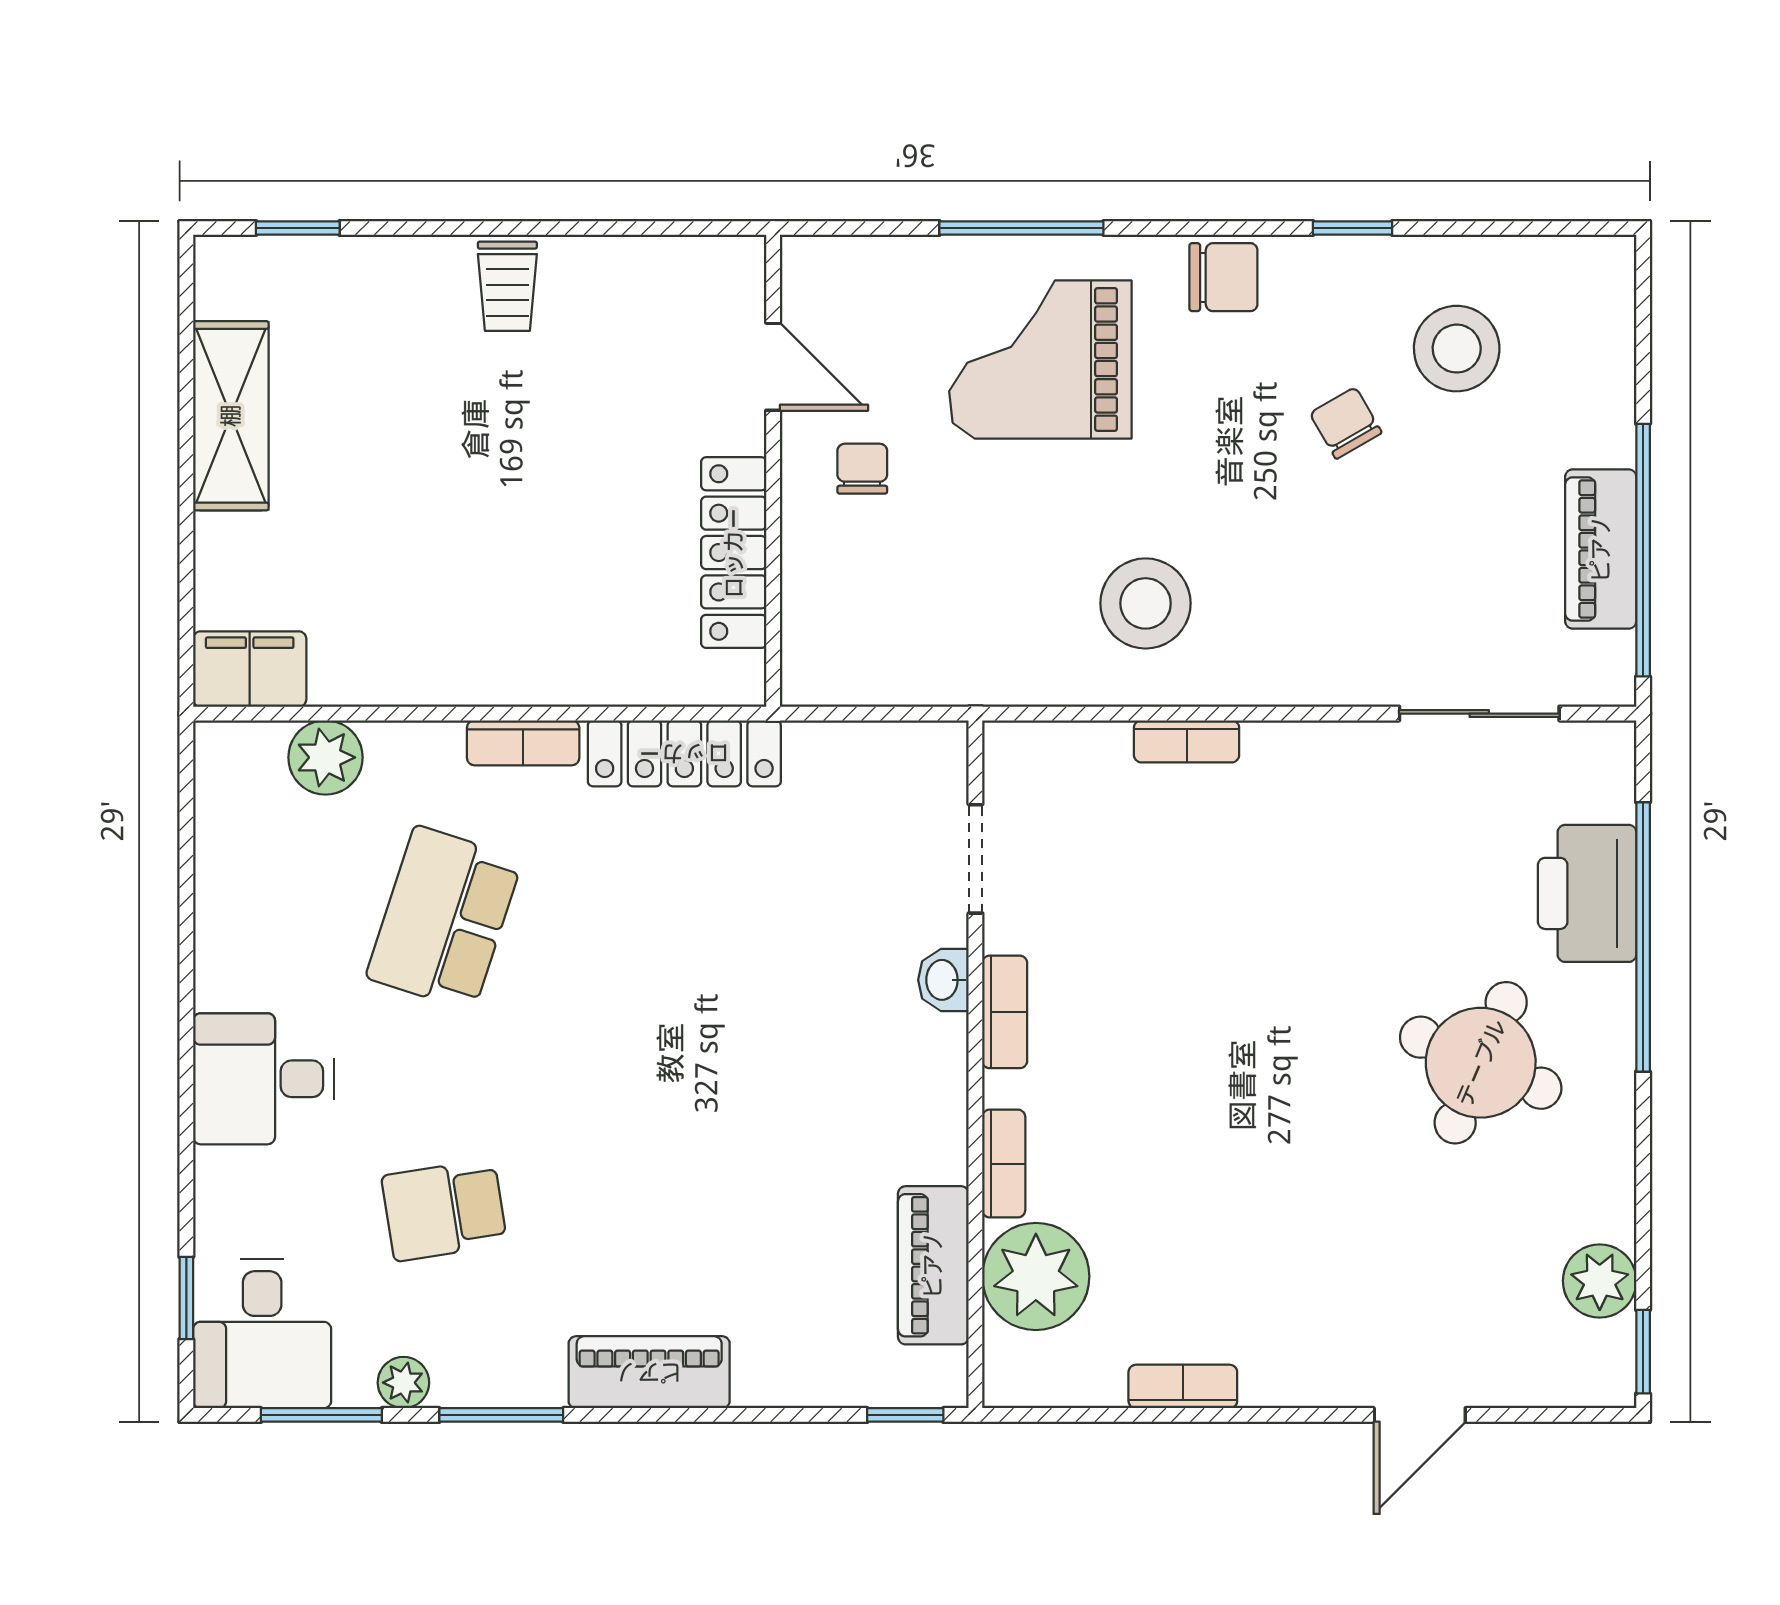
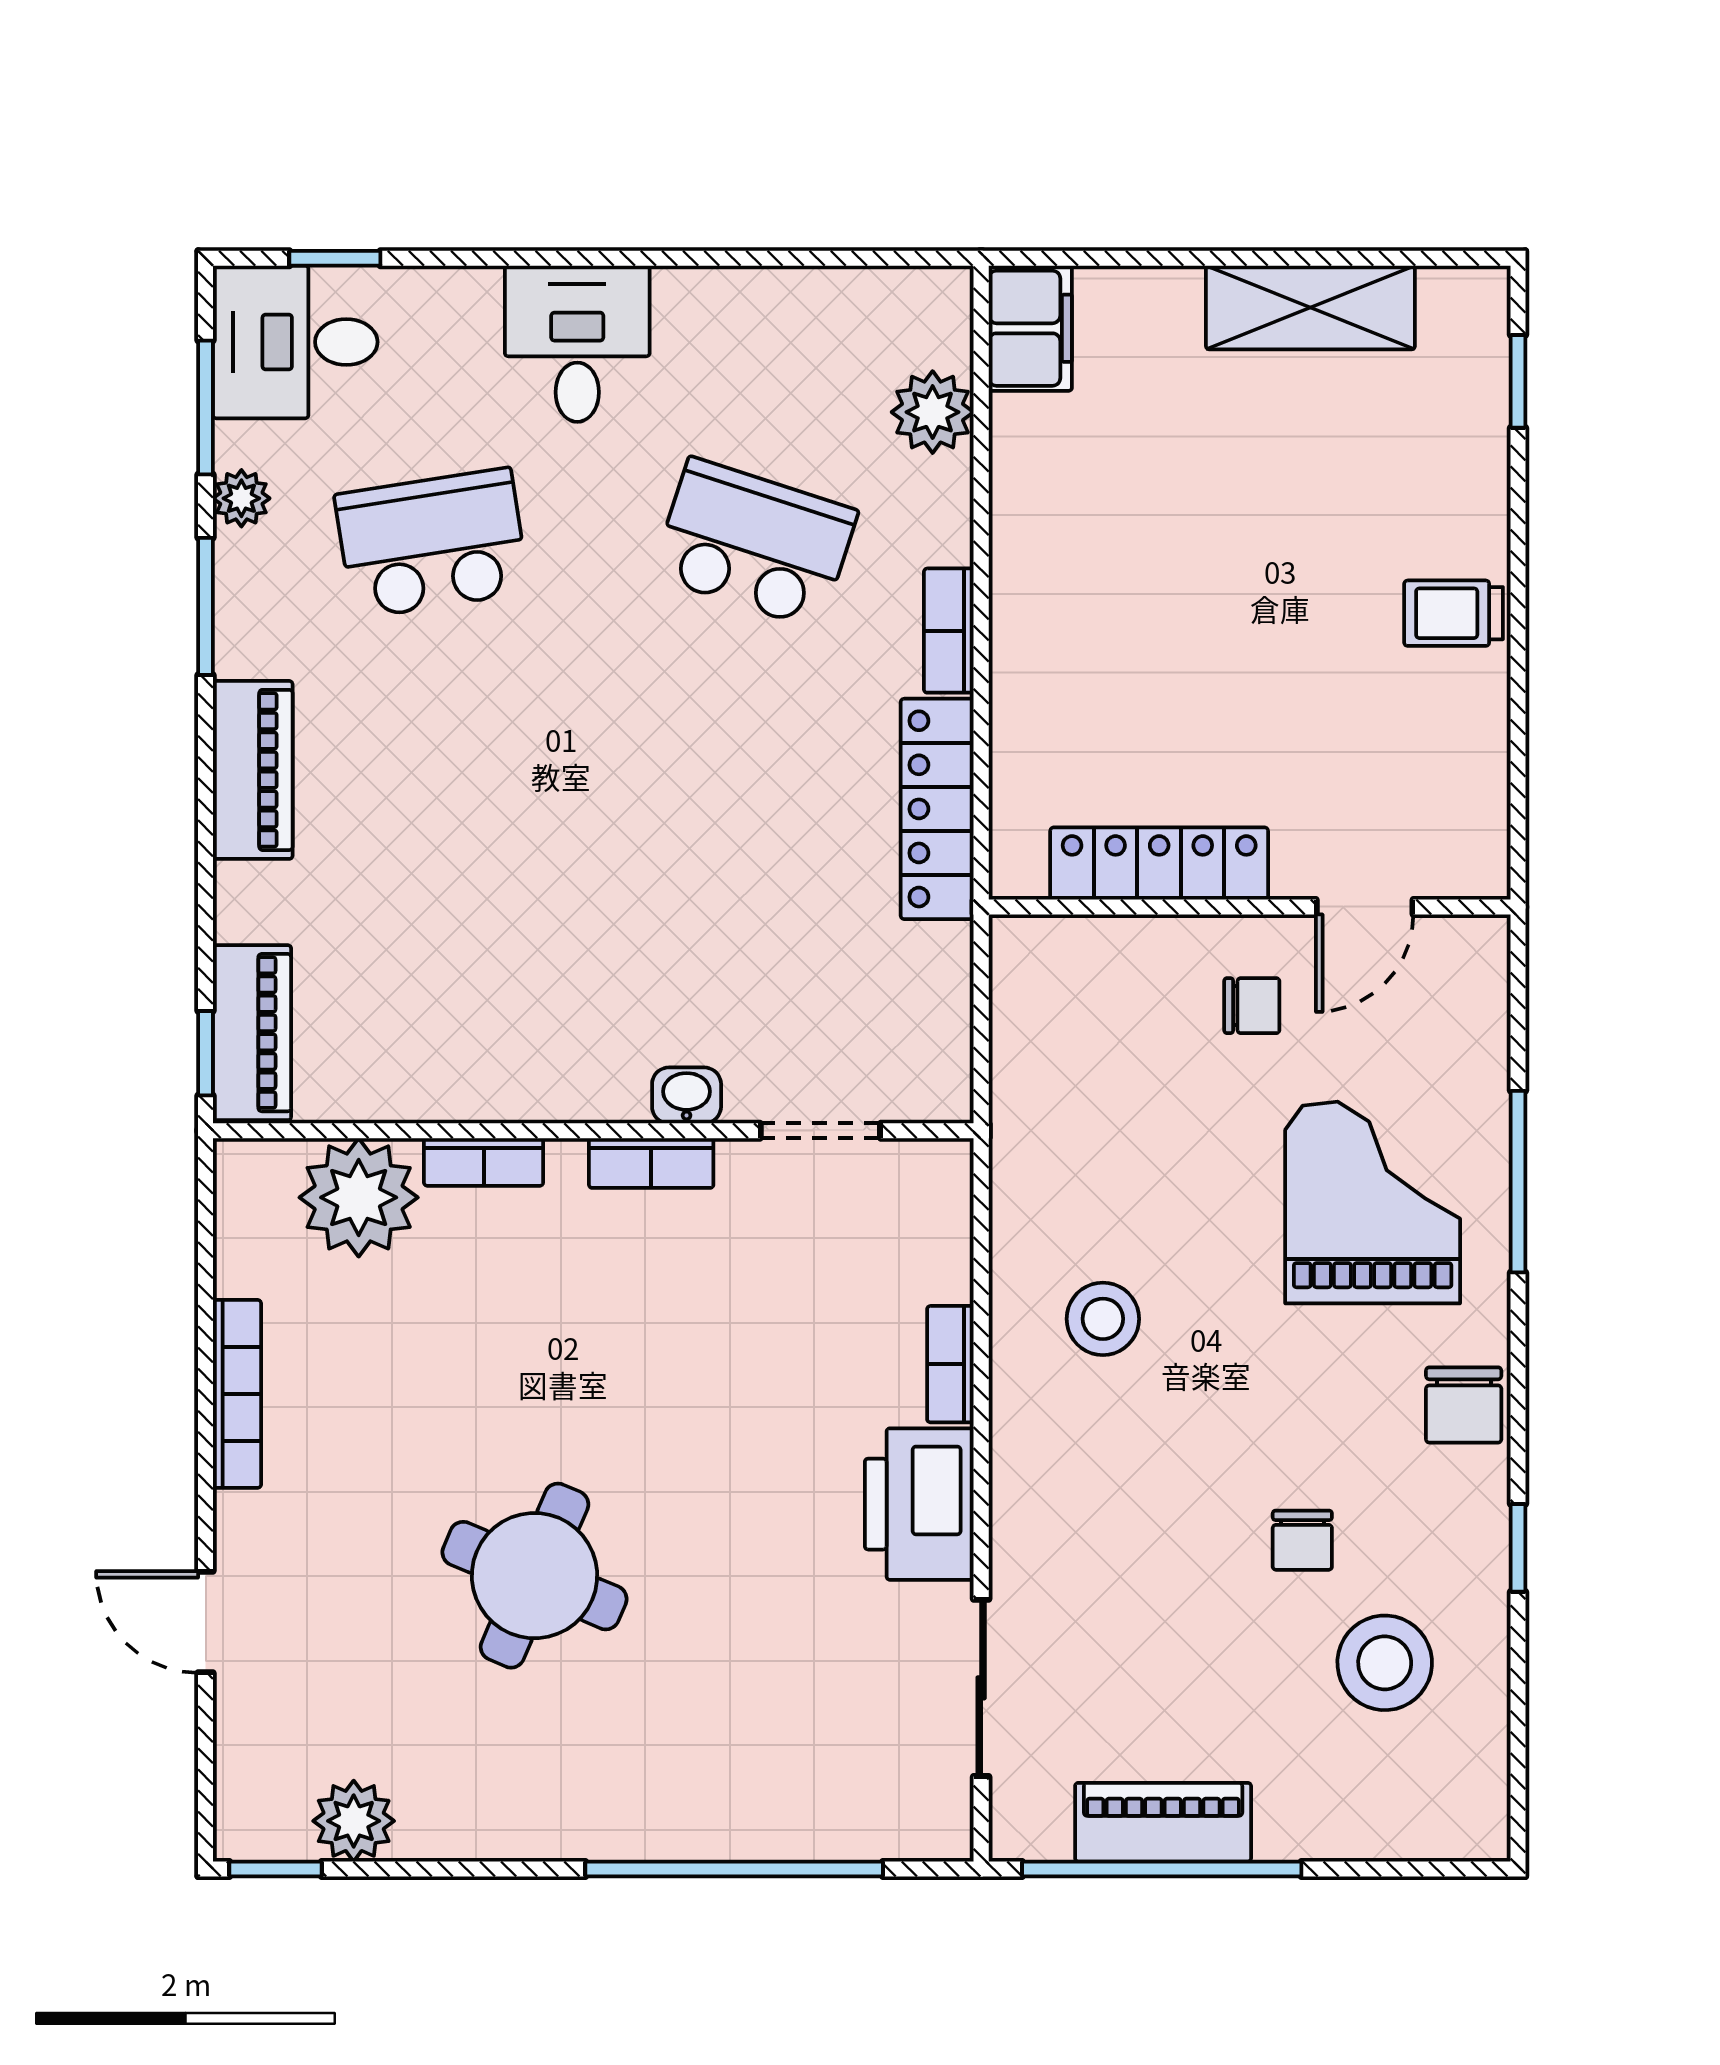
chair: (1346, 423) -> (1302, 1540), turned 120
stool: (1146, 603) -> (1103, 1319), width x0.73, depth x0.73
printer: (1587, 893) -> (919, 1504), moved, turned -90
round table: (1481, 1063) -> (535, 1576), moved
school desk: (444, 1210) -> (432, 543), width x1.85
piano: (933, 1265) -> (252, 1033), moved, turned 90
bookcase: (1183, 1386) -> (237, 1394), width x1.56

